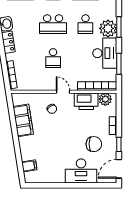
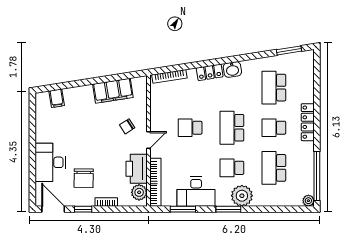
plant: (108, 28) -> (242, 196), moved

